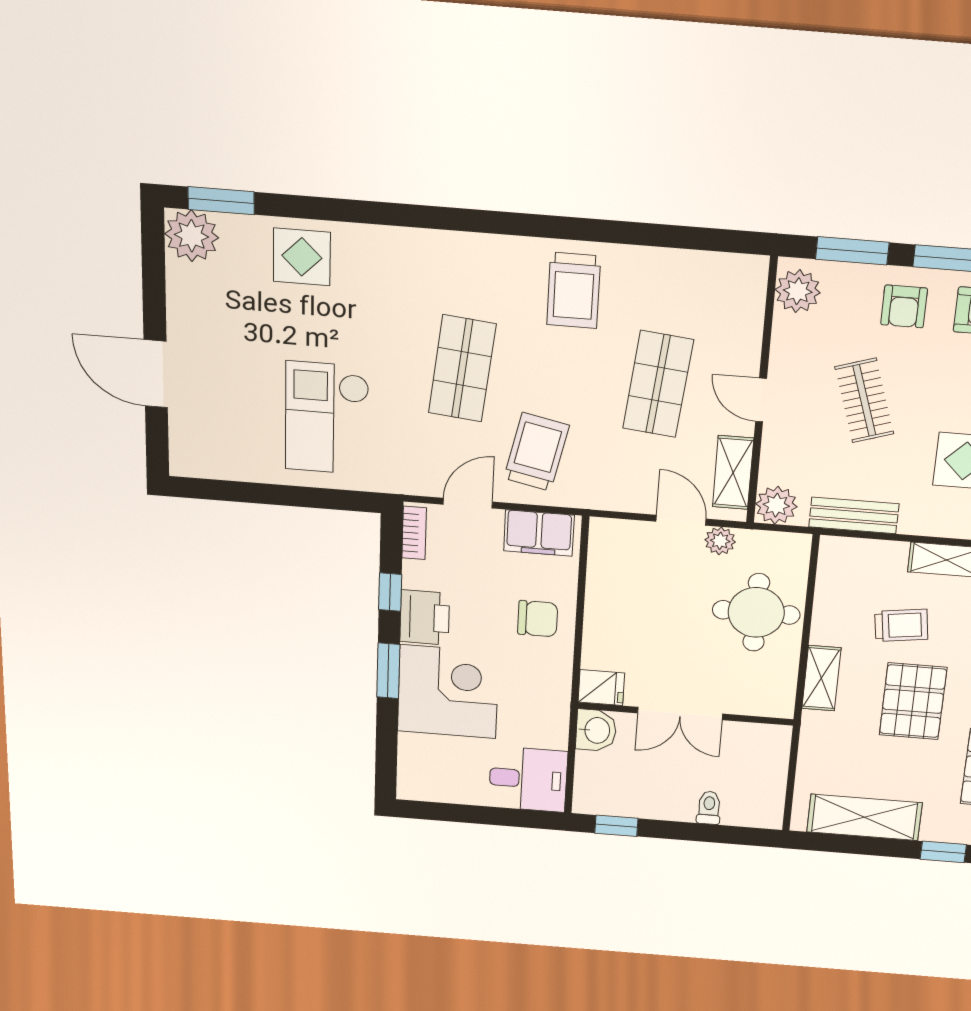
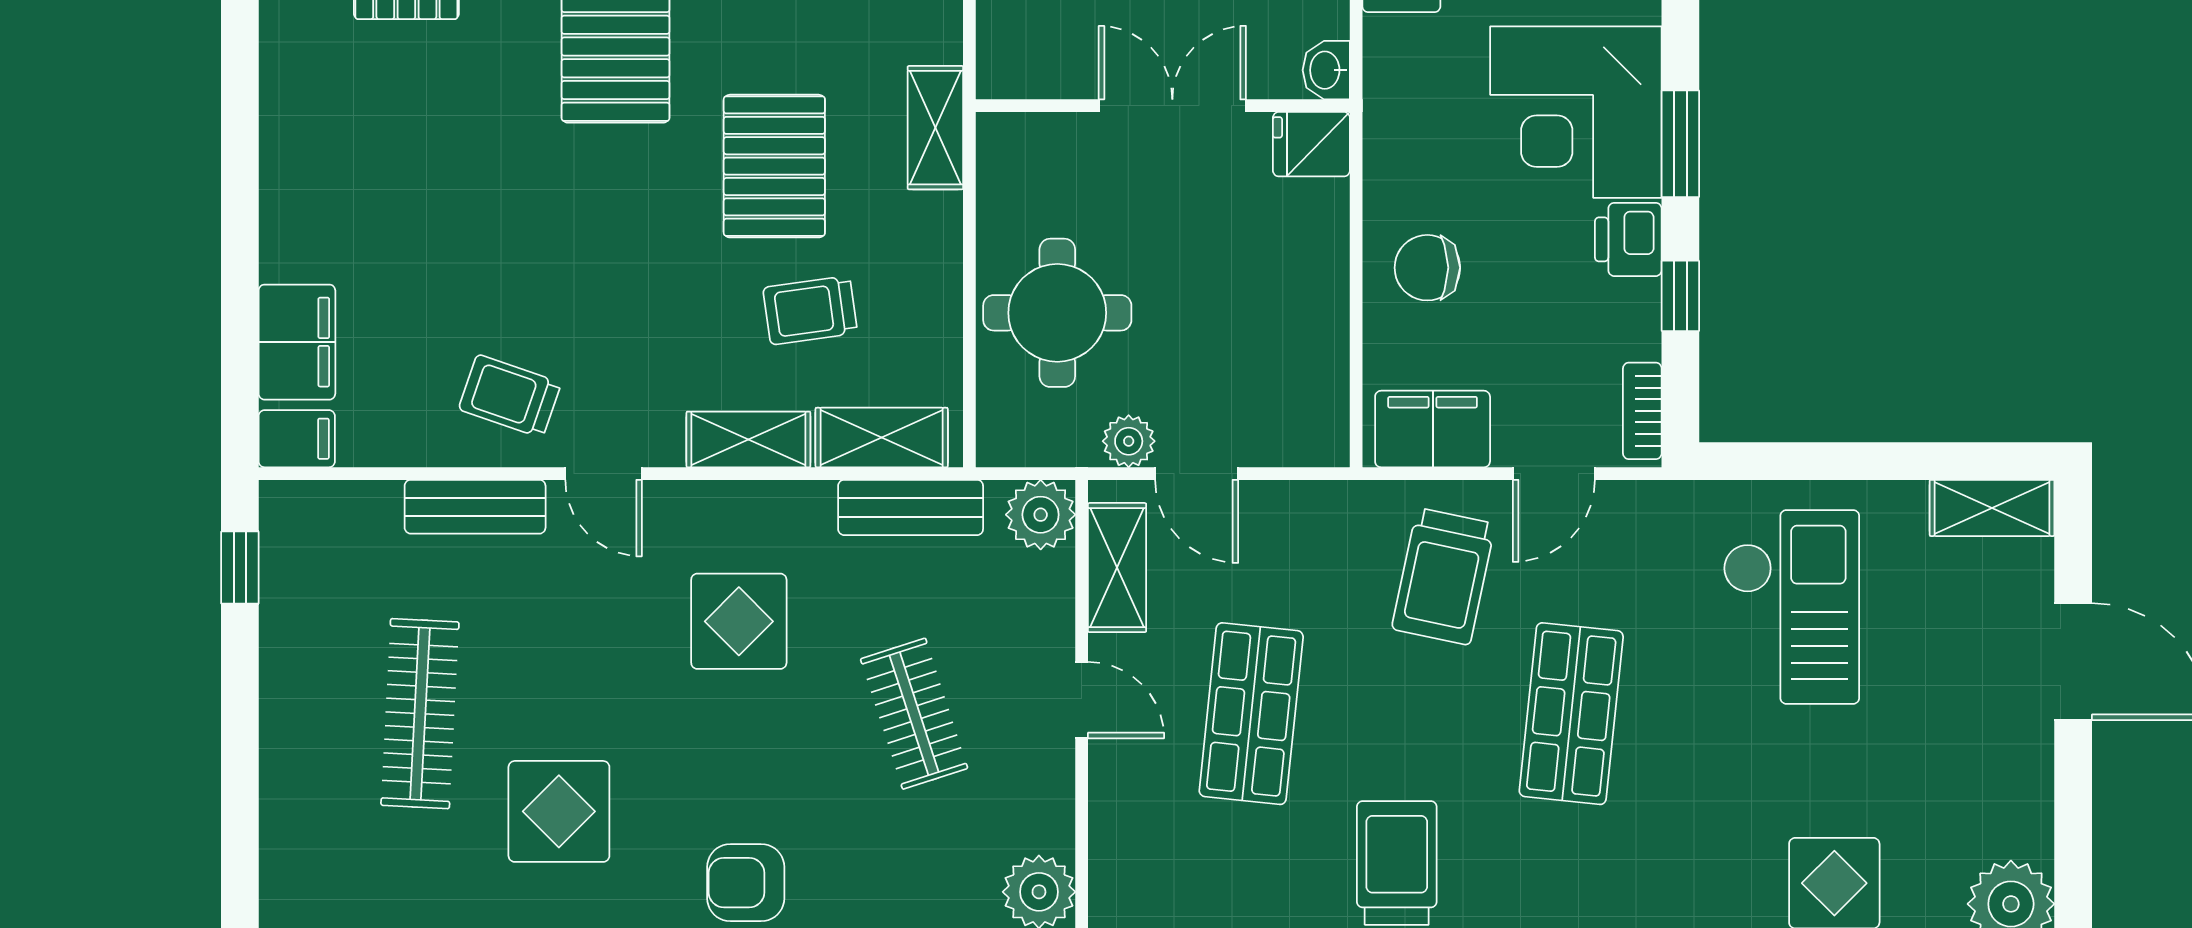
armchair: (904, 306) -> (867, 880), removed
shelving: (206, 464) -> (1992, 508), added
shelving: (867, 555) -> (882, 438), added
printer: (425, 617) -> (1628, 239), width x0.73, depth x0.81
shelving: (821, 678) -> (935, 128), moved
washbasin: (596, 730) -> (1326, 70), width x0.72, depth x0.69

